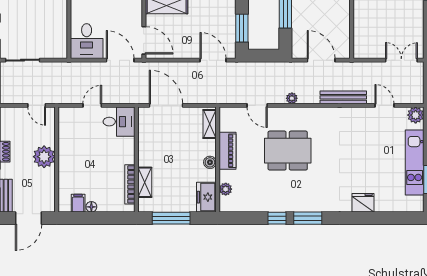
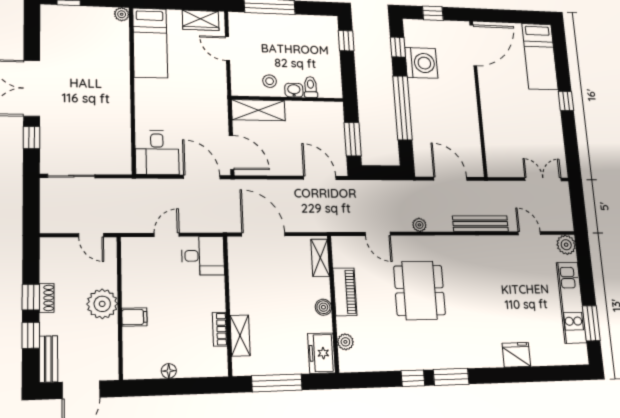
dining table: (288, 151) -> (420, 290), turned 90
bookcase: (130, 184) -> (220, 329), width x0.64
filing cabinet: (78, 203) -> (134, 317), moved, turned 90

